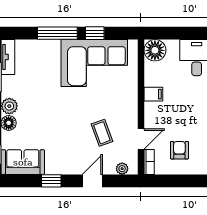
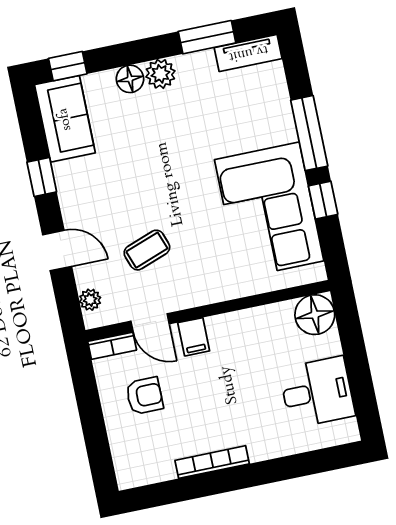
filing cabinet: (153, 94) -> (194, 337), moved

